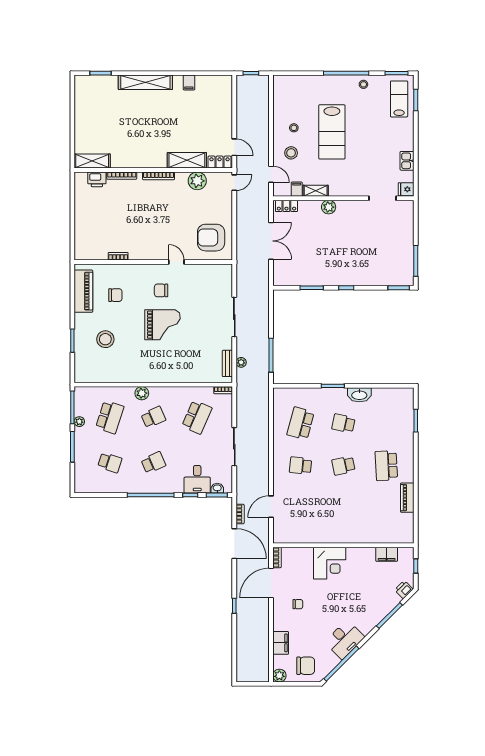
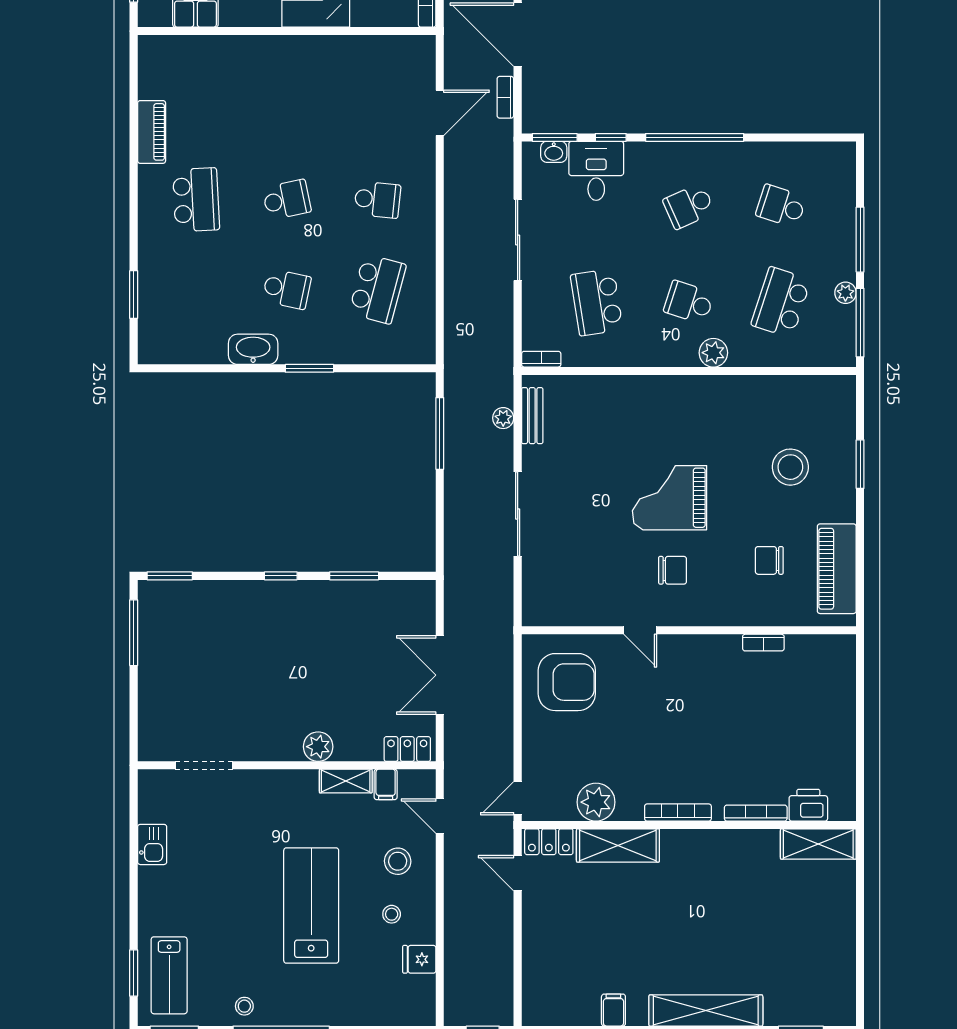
fridge: (406, 189) -> (419, 959), moved, turned 180
school desk: (153, 417) -> (689, 302), turned 42
school desk: (197, 417) -> (597, 302), turned -33

